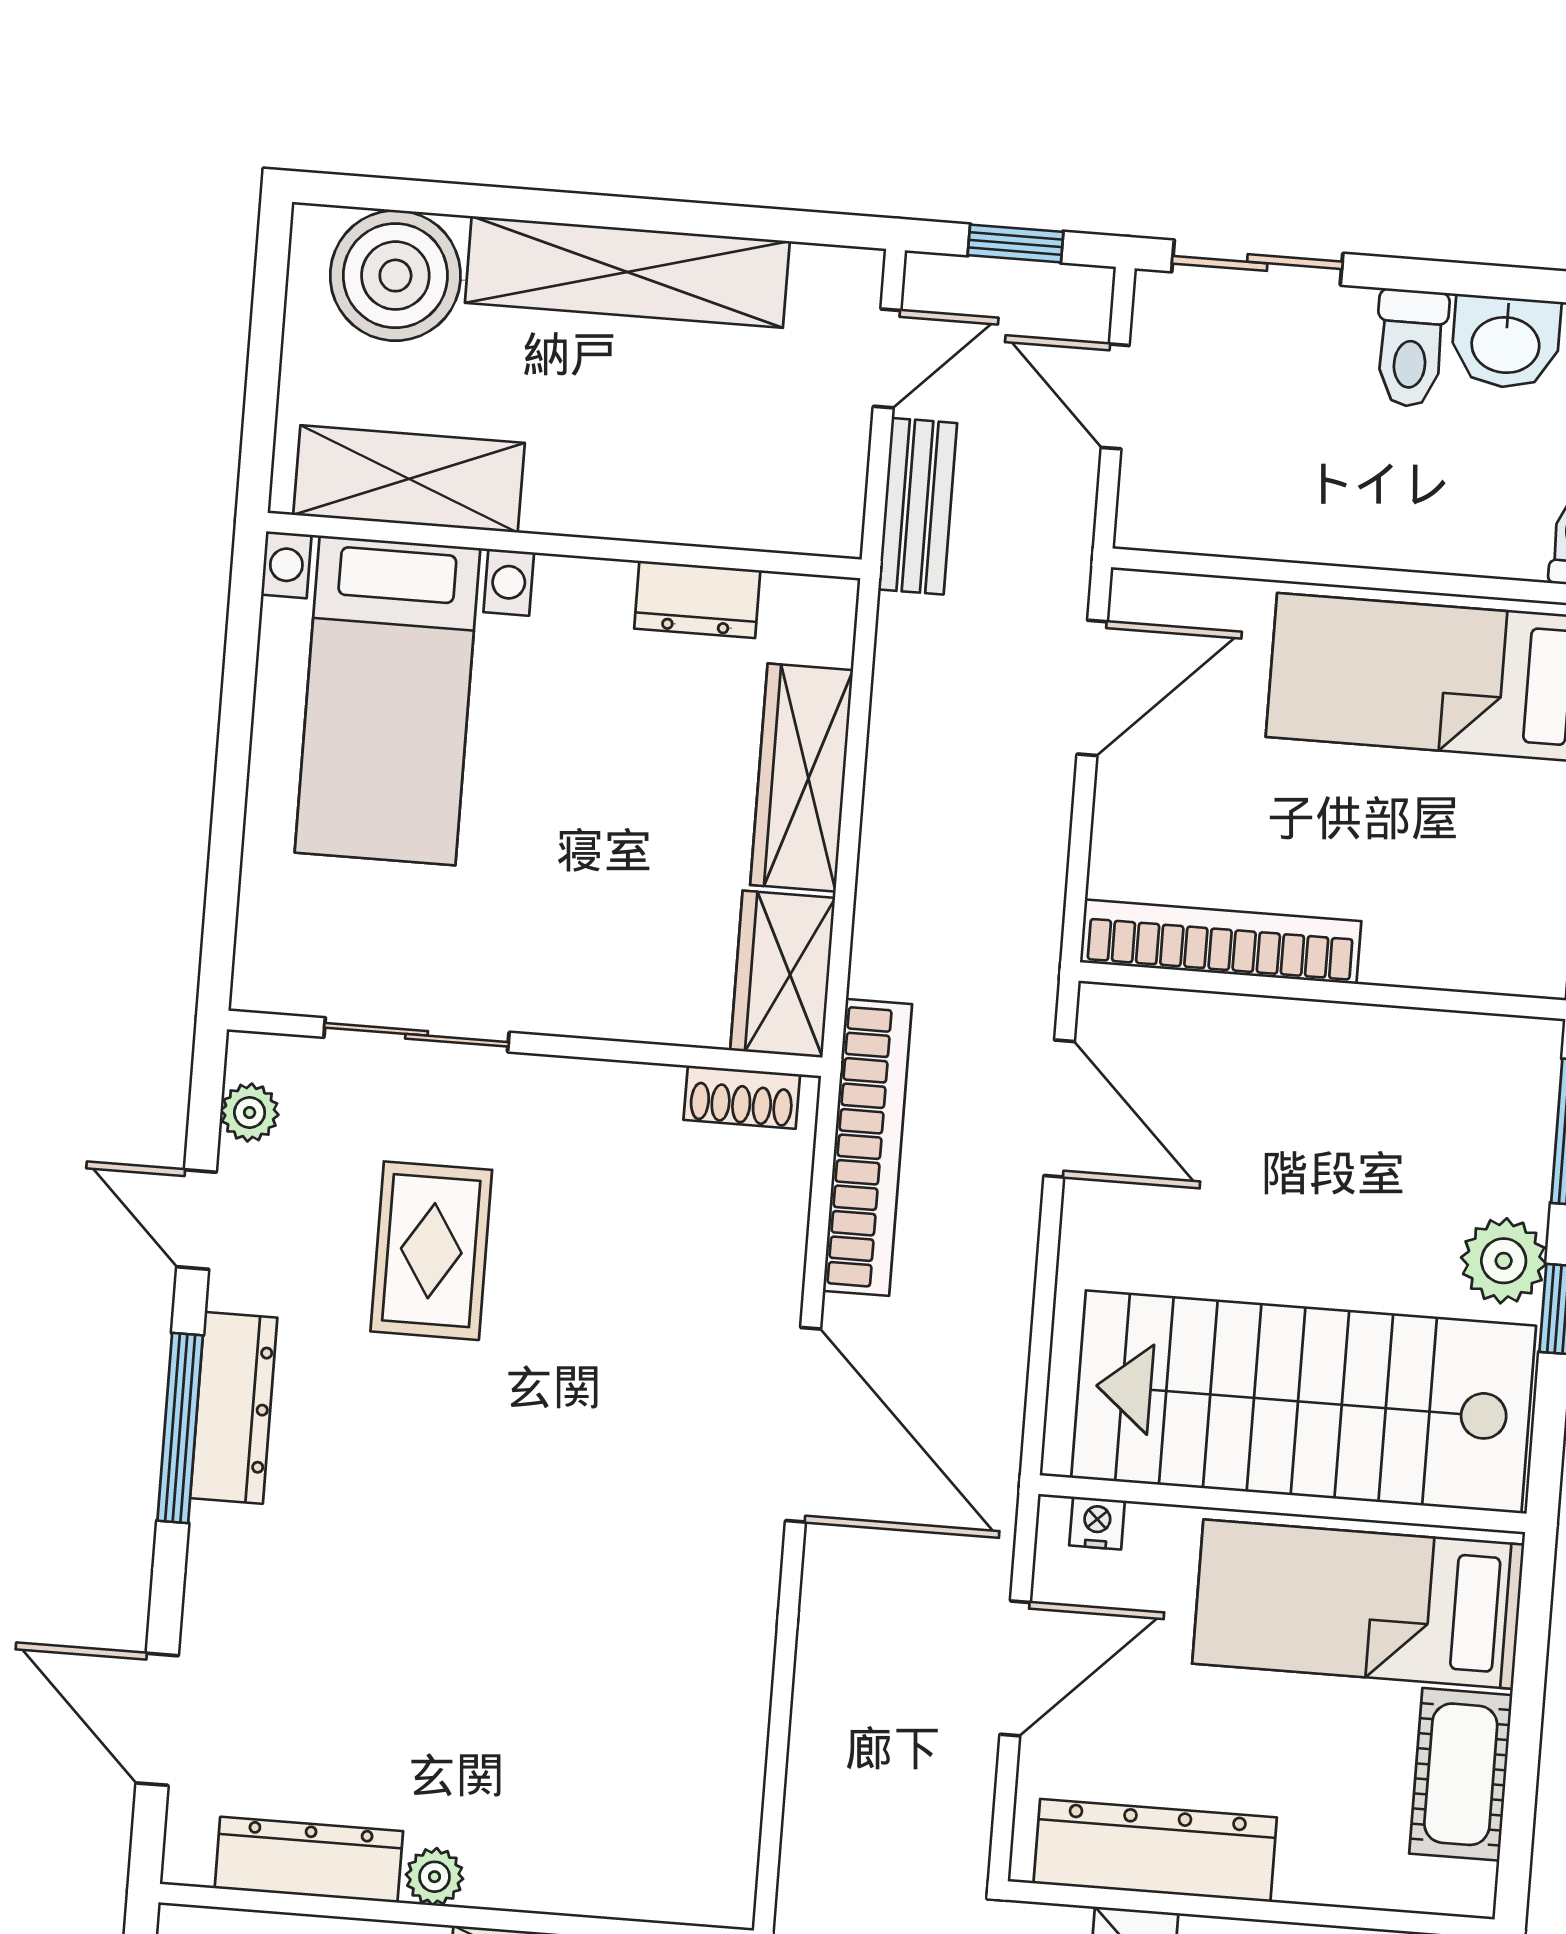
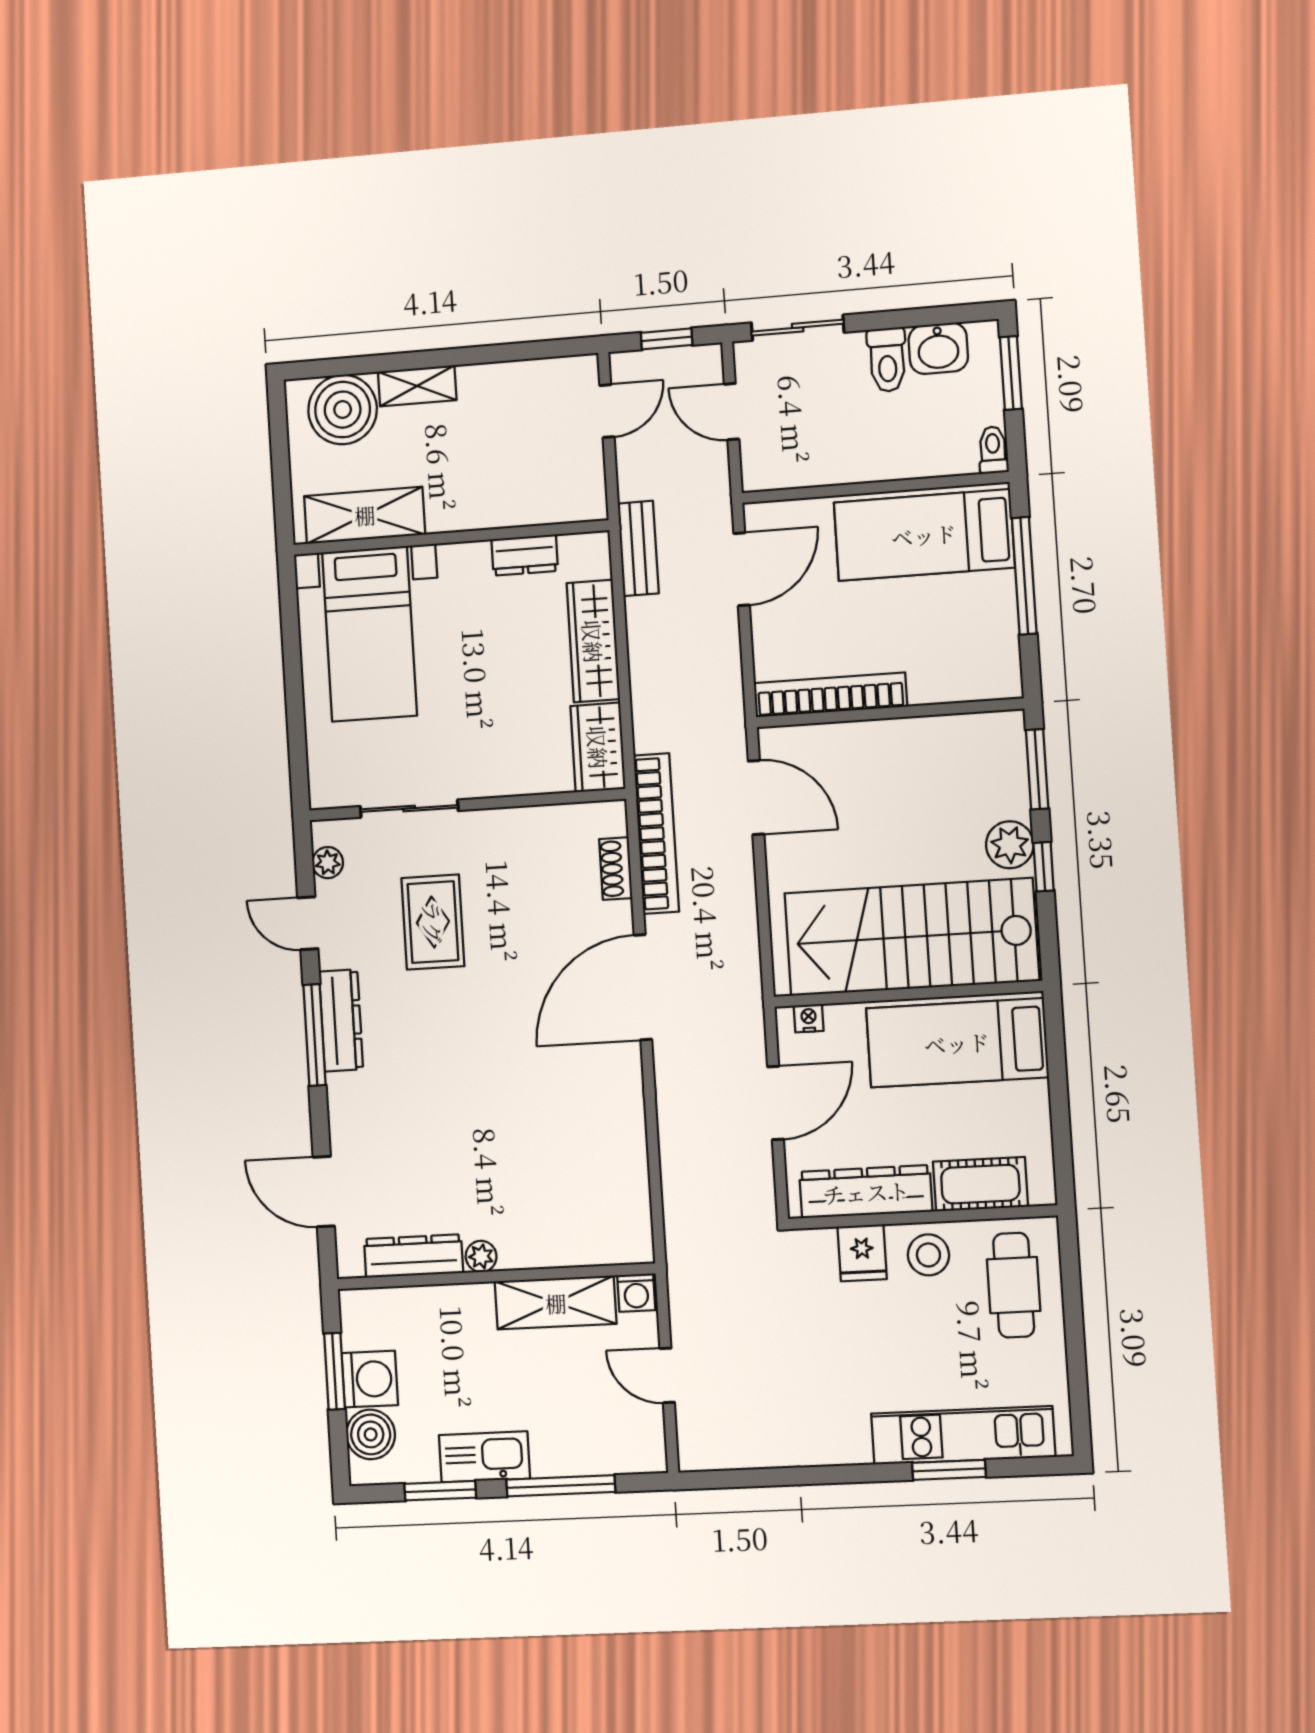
shelving: (627, 272) -> (417, 386), width x0.45, depth x0.75
bench: (918, 506) -> (638, 548), moved
shoe rack: (742, 1097) -> (616, 869), moved, turned 90
door: (803, 1425) -> (643, 987), swing flipped
cot: (1461, 1774) -> (980, 1184), moved, turned 90

